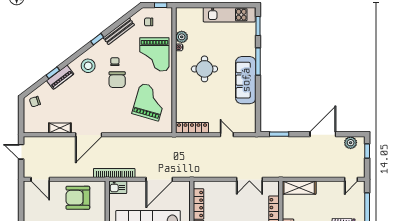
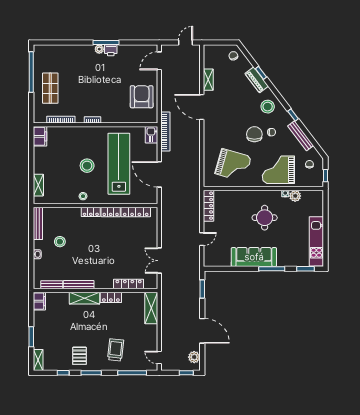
chair: (117, 80) -> (254, 134), turned 90

